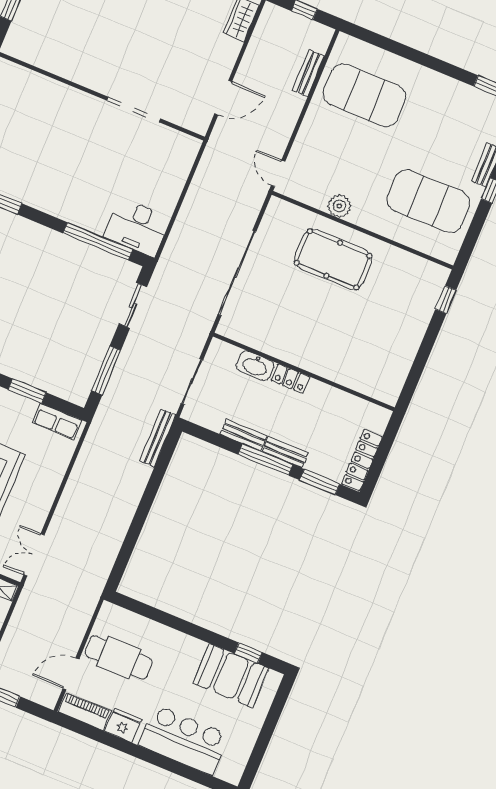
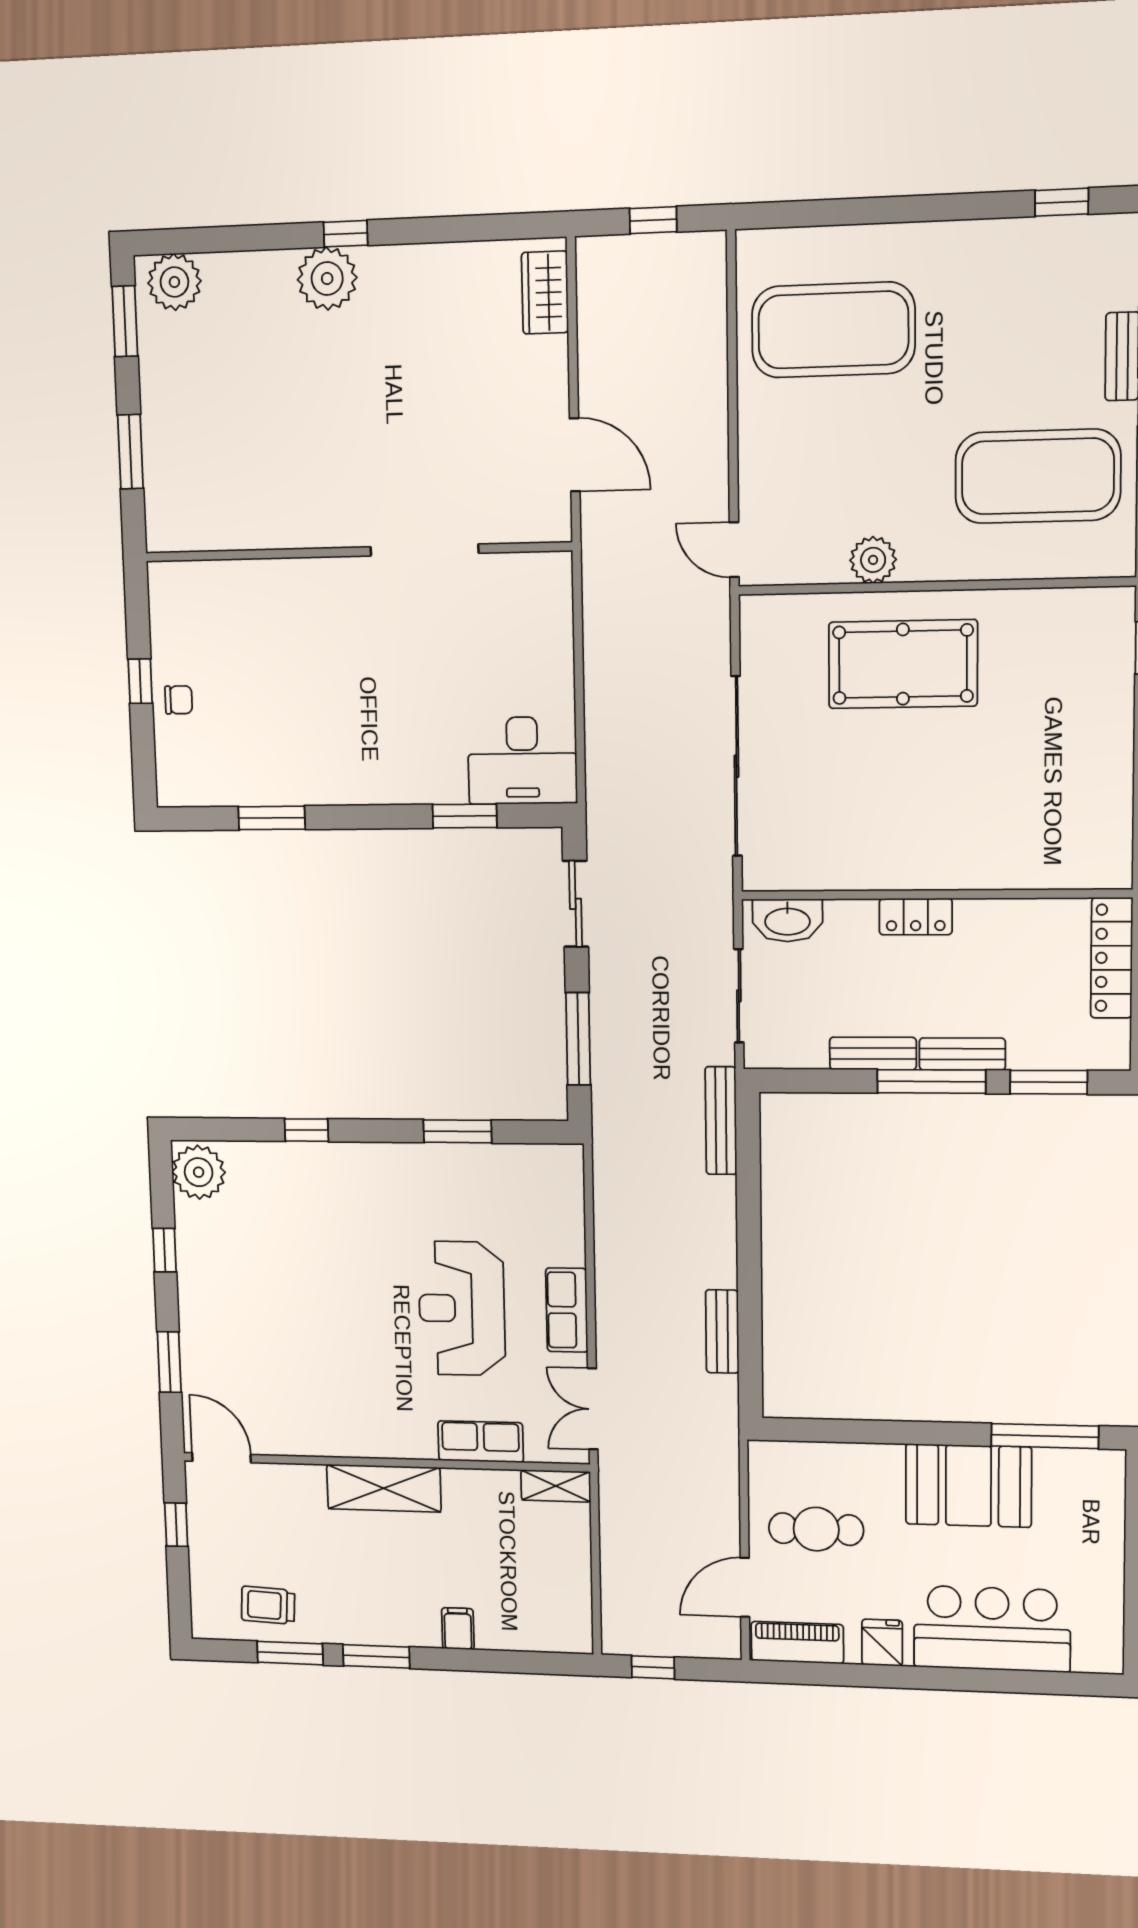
bench: (308, 73) -> (722, 1331), moved
door: (223, 98) -> (575, 455), hinge flipped
window: (98, 241) -> (465, 816), width x0.47
washbasin: (255, 366) -> (787, 920), moved
row of seats: (57, 422) -> (567, 1310), moved, turned 90
locker: (362, 460) -> (1112, 958), moved
window: (248, 653) -> (1045, 1436), width x2.17
cafe table: (119, 657) -> (816, 1529), width x0.73, depth x0.74
booth: (231, 676) -> (968, 1486), moved
fridge: (123, 725) -> (882, 1643), width x0.72

